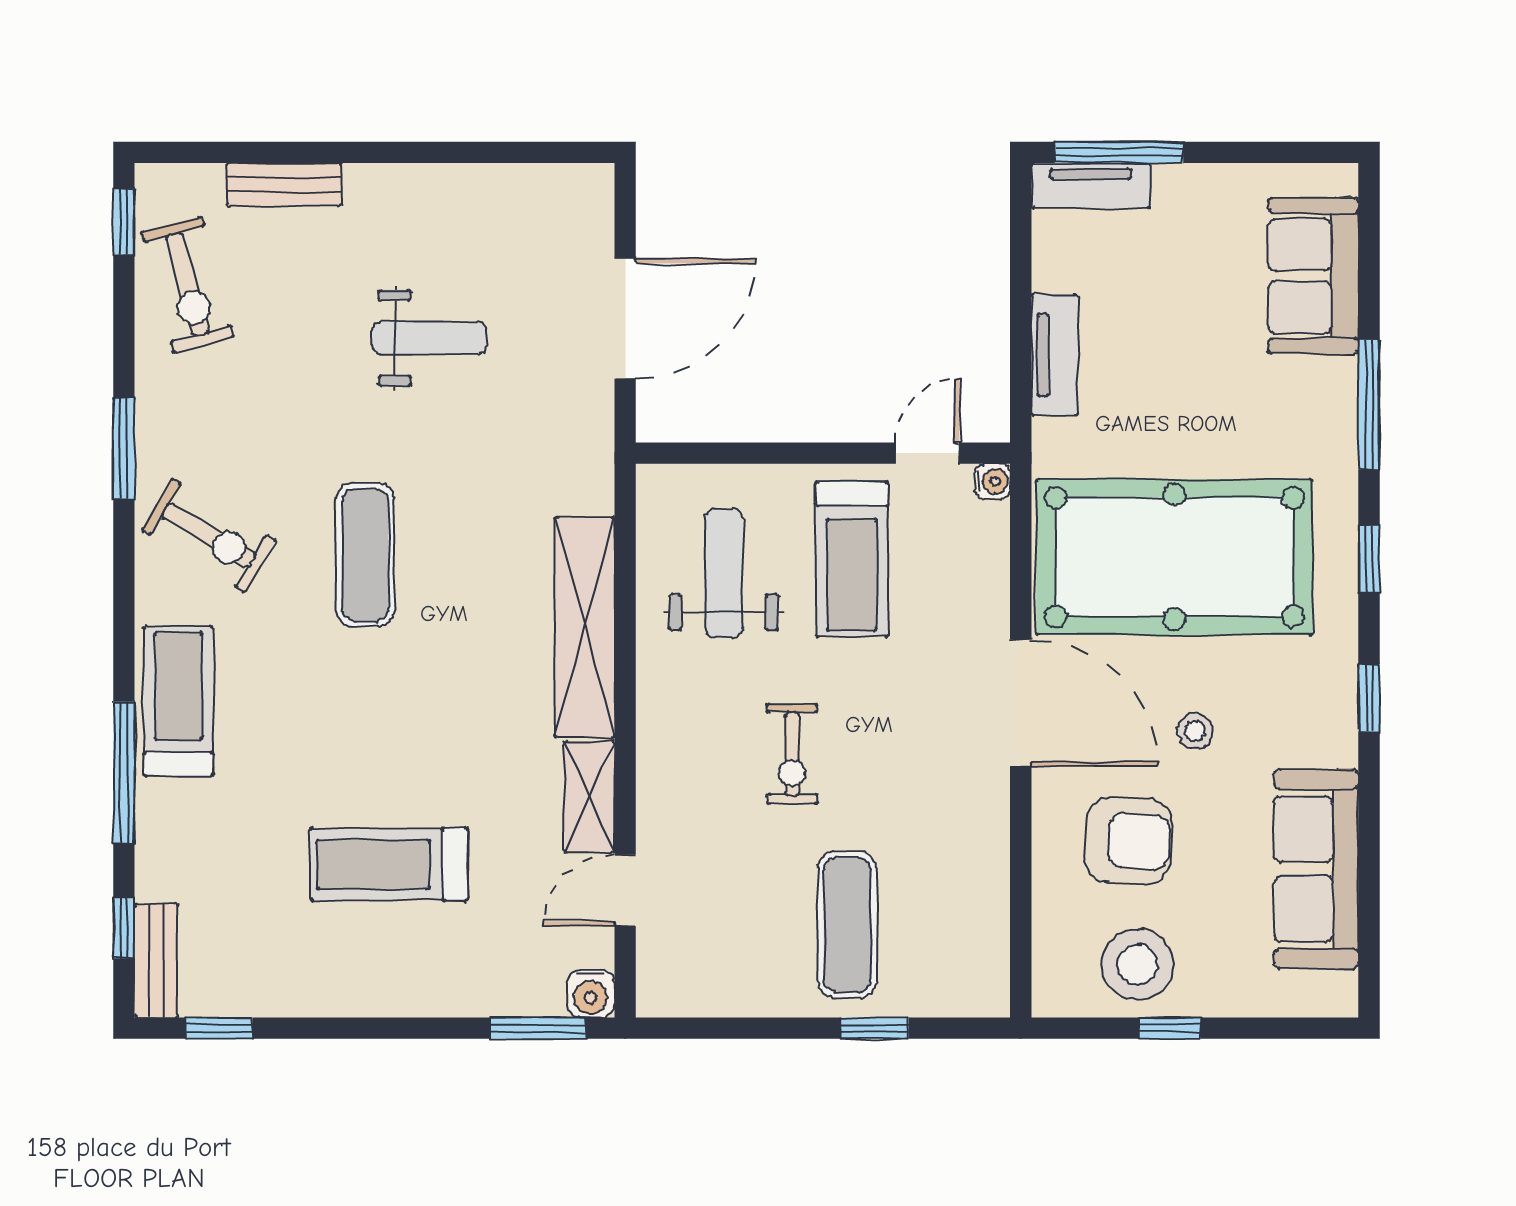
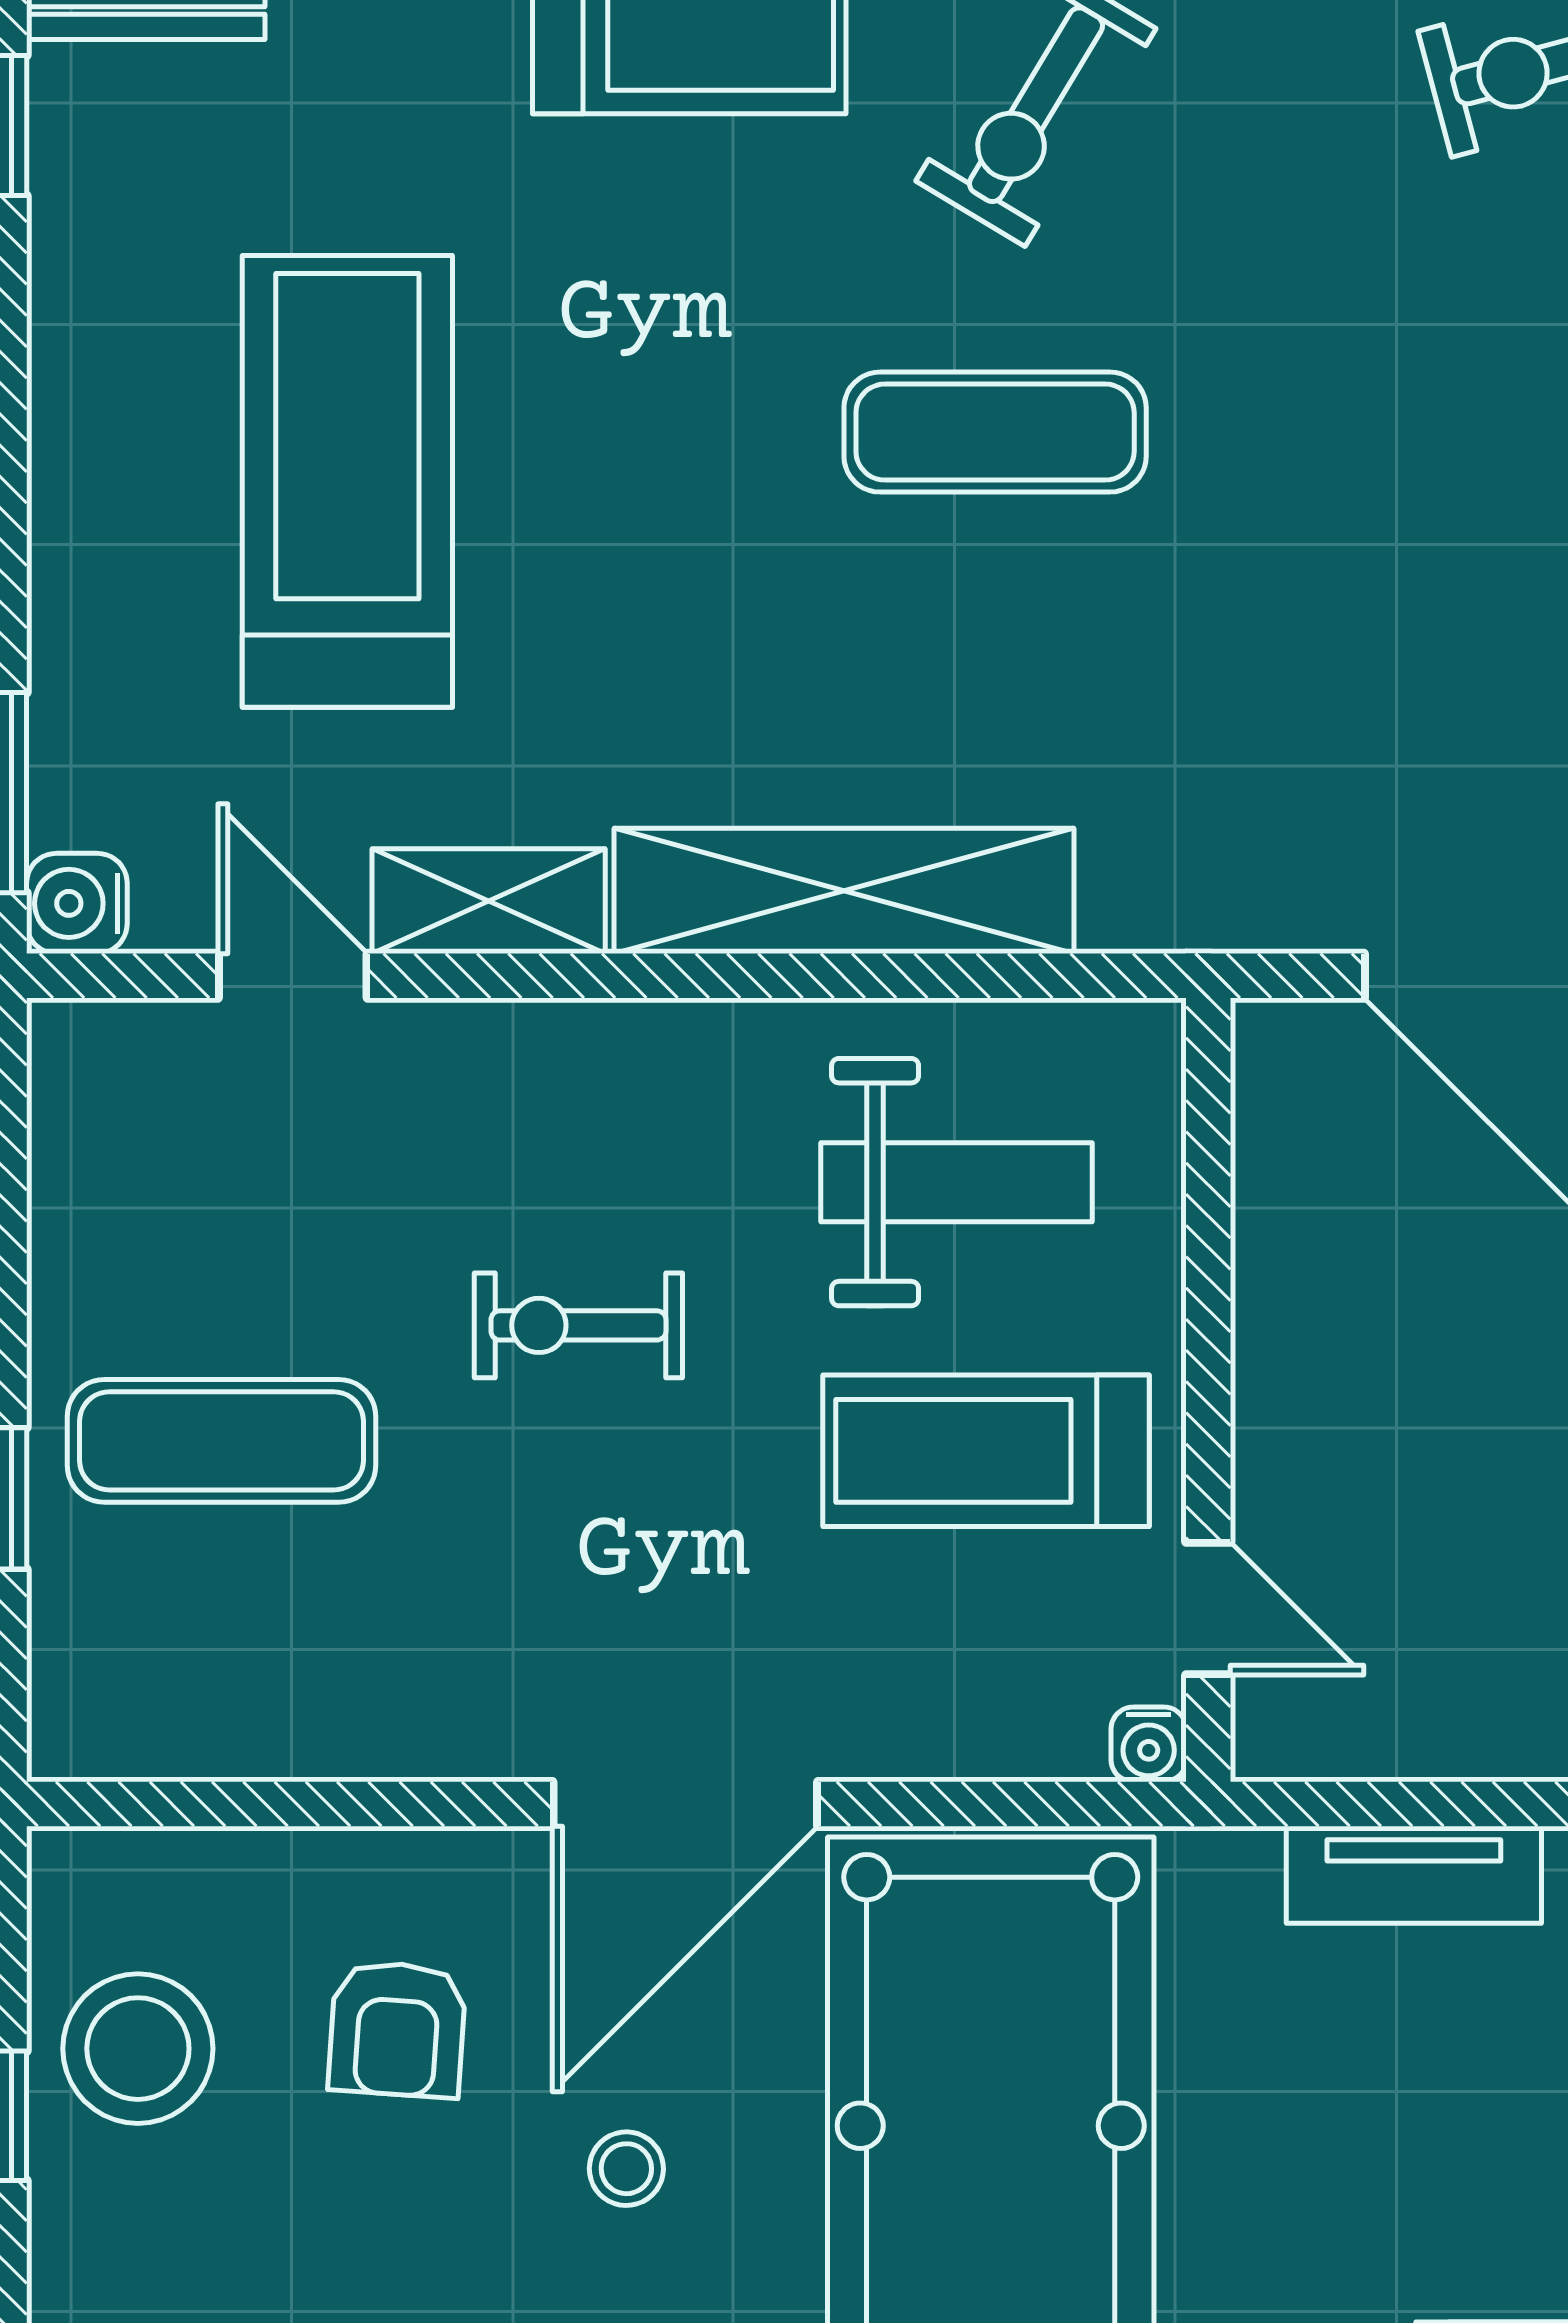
weight bench: (429, 338) -> (1449, 566), removed
armchair: (1128, 841) -> (397, 2029), width x0.72, depth x0.72
treadmill: (389, 864) -> (347, 481), width x1.37, depth x1.38

